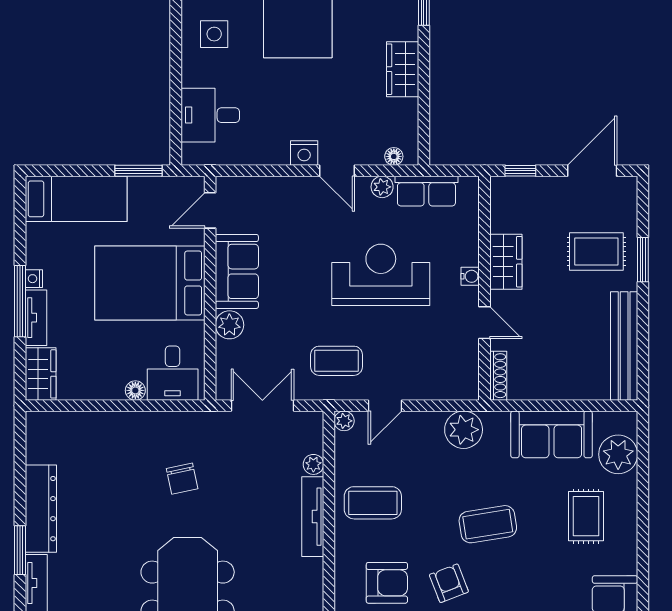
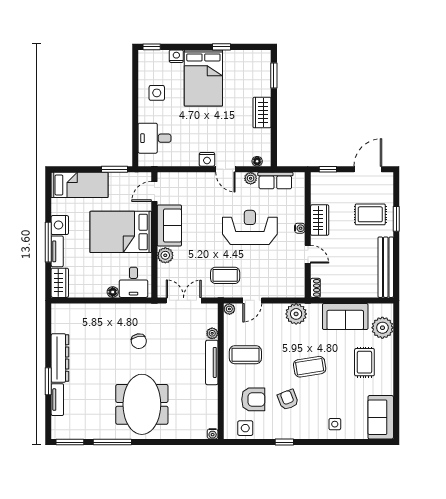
nightstand: (34, 279) -> (60, 225), width x1.89, depth x1.79
shoe rack: (498, 376) -> (315, 288), width x0.70

